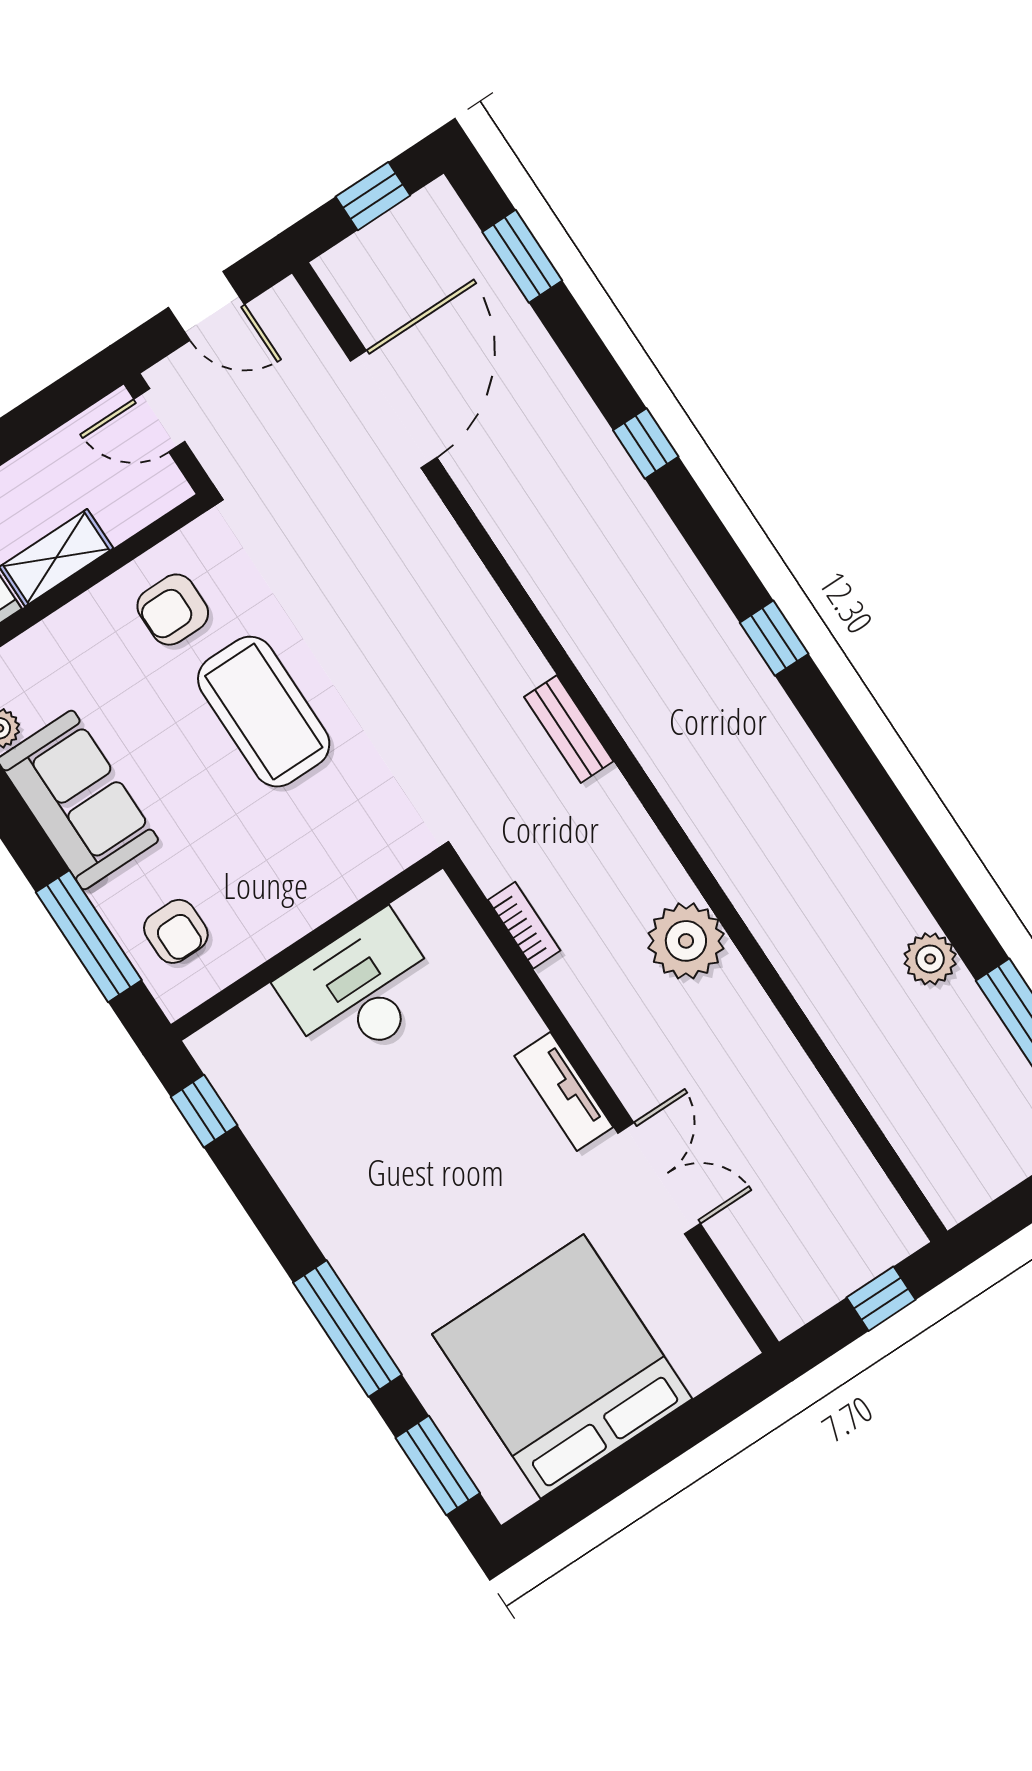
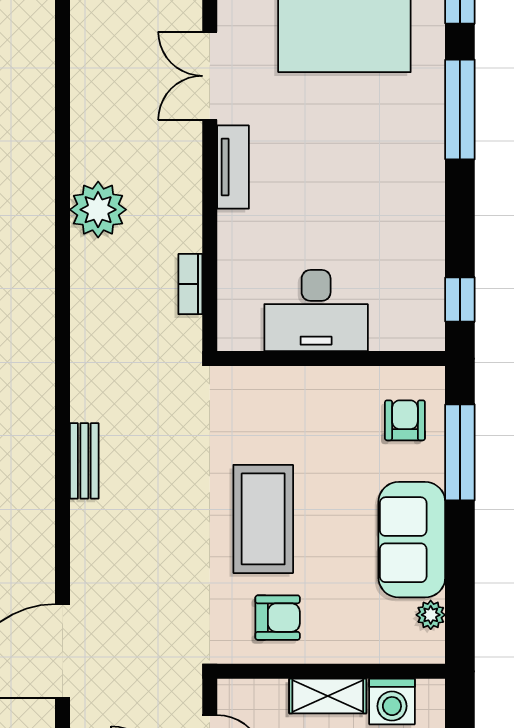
bench: (569, 729) -> (84, 461), moved

